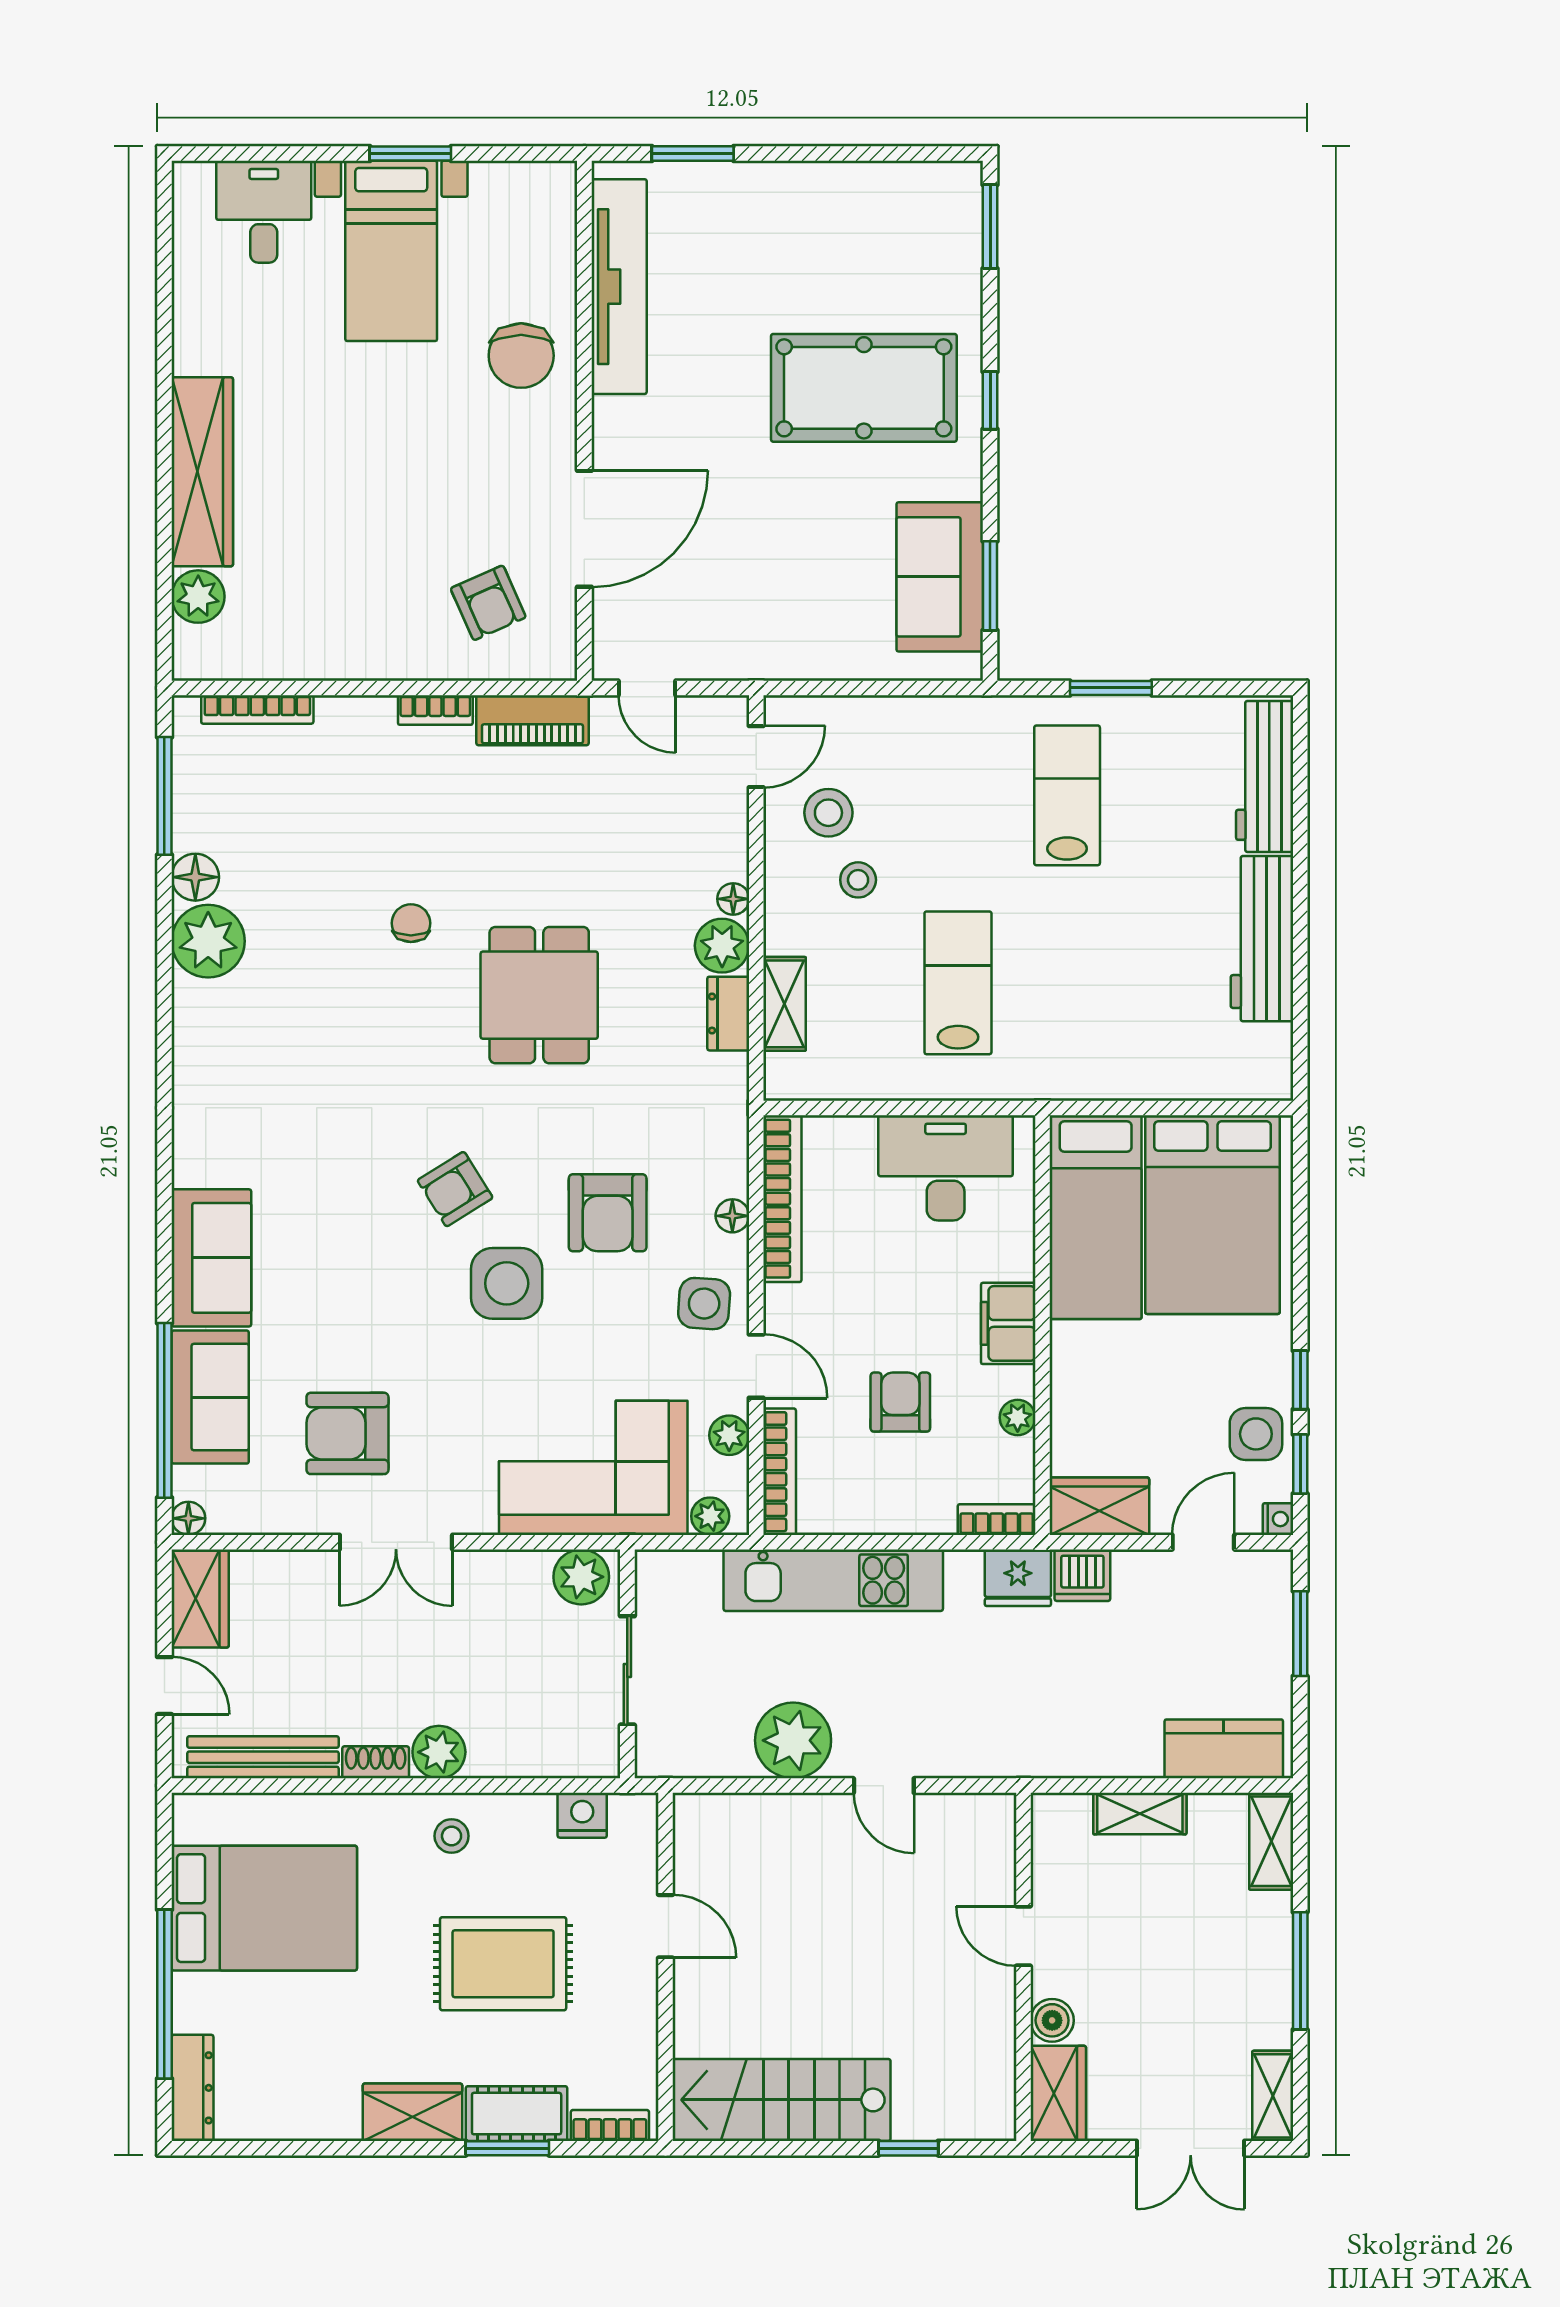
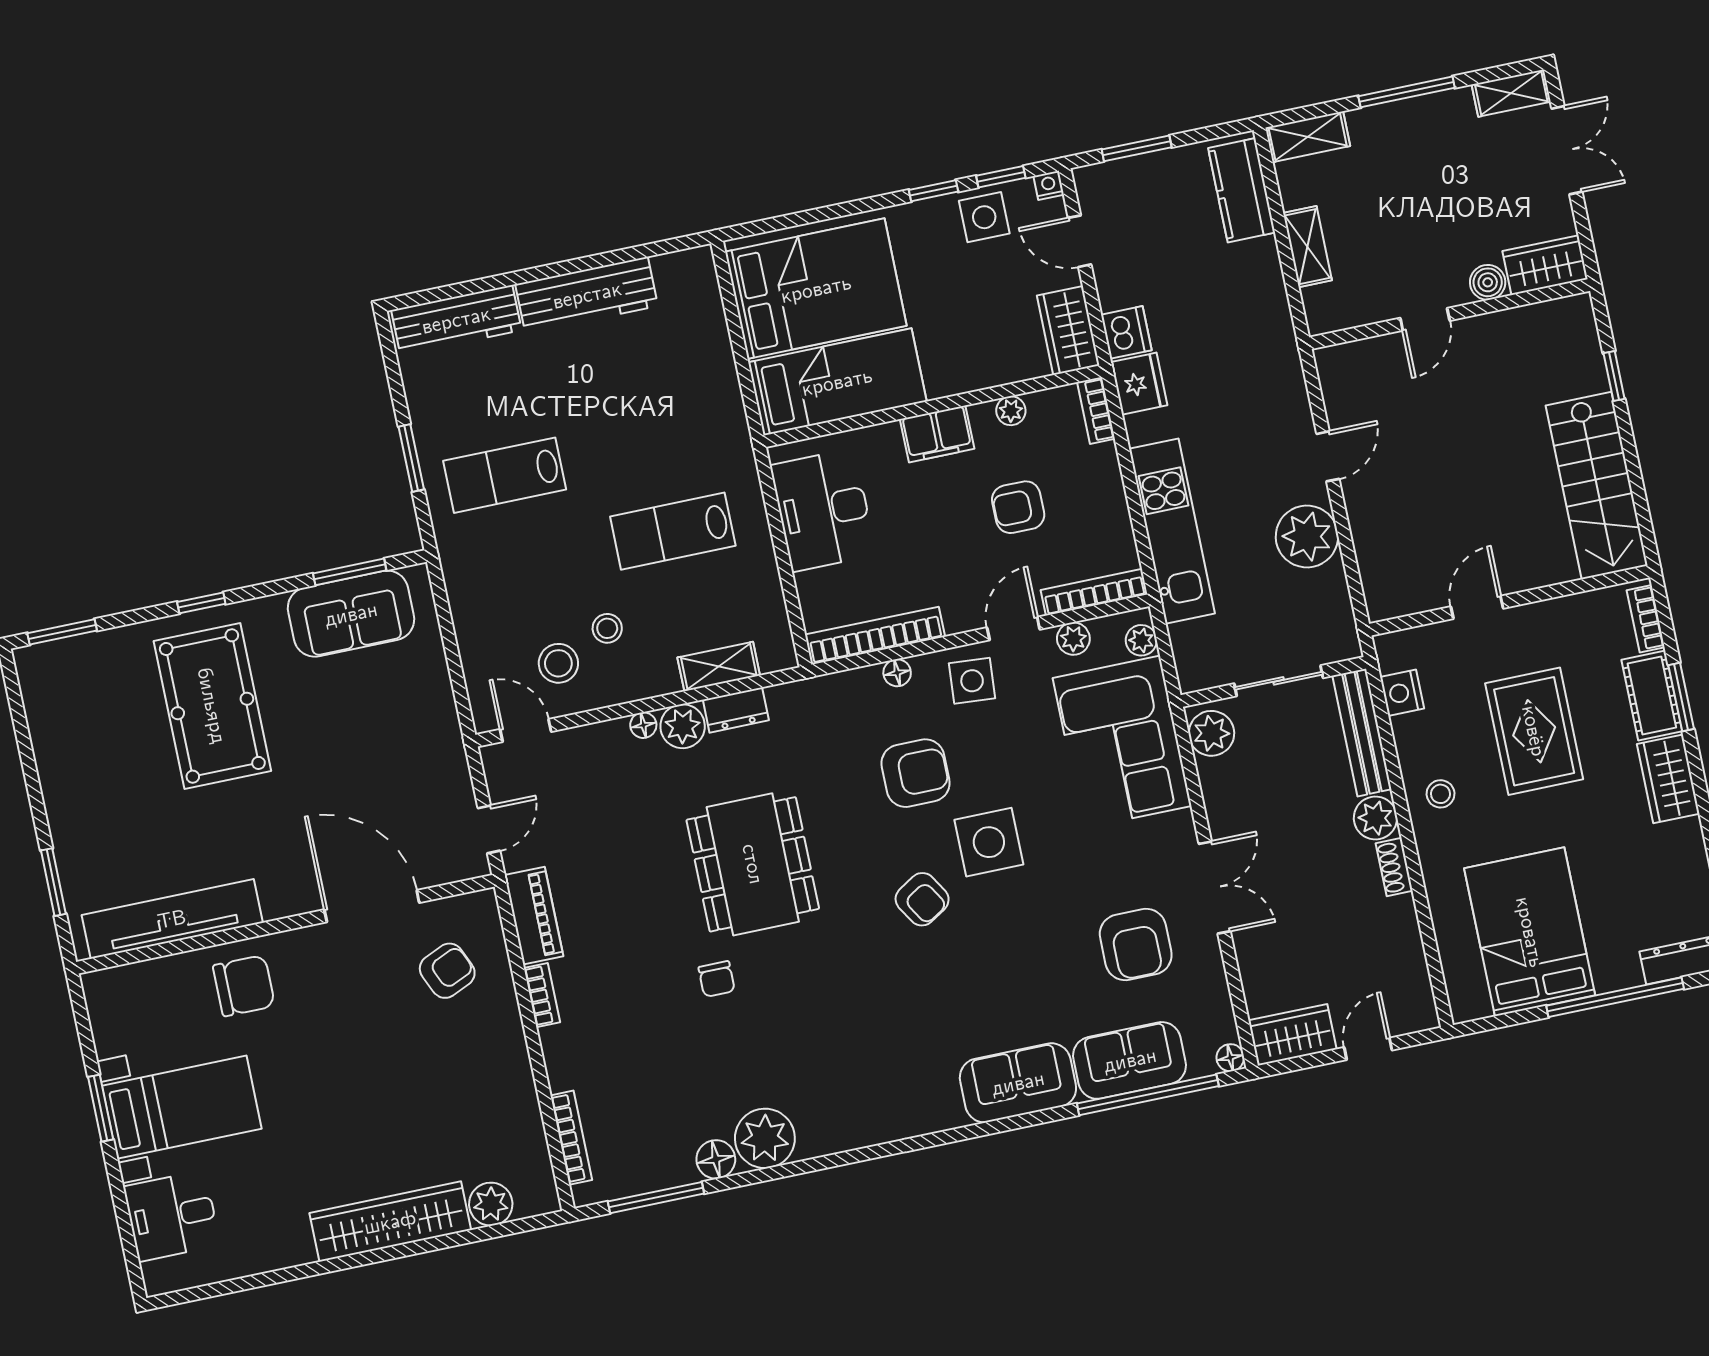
chair: (411, 923) -> (717, 979), turned -90
dining table: (539, 995) -> (753, 864), width x1.38
bench: (263, 1757) -> (1362, 733), moved

